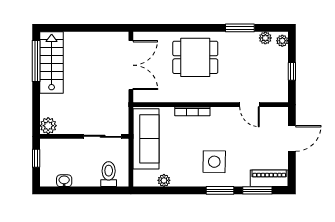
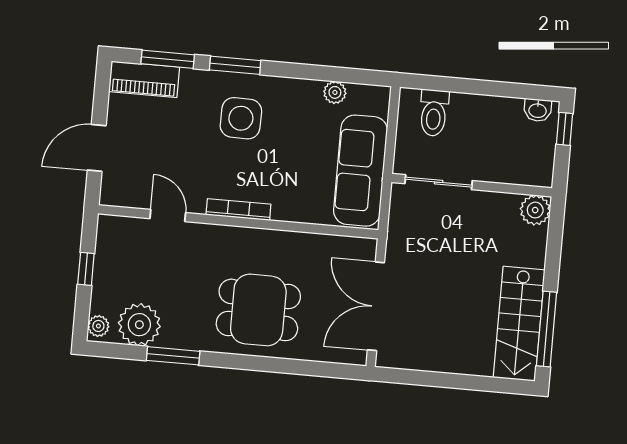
plant: (265, 38) -> (139, 325), width x1.87, depth x1.87
bookcase: (192, 111) -> (238, 210), moved
window: (36, 158) -> (564, 129), moved
washbasin: (64, 181) -> (538, 110), moved

